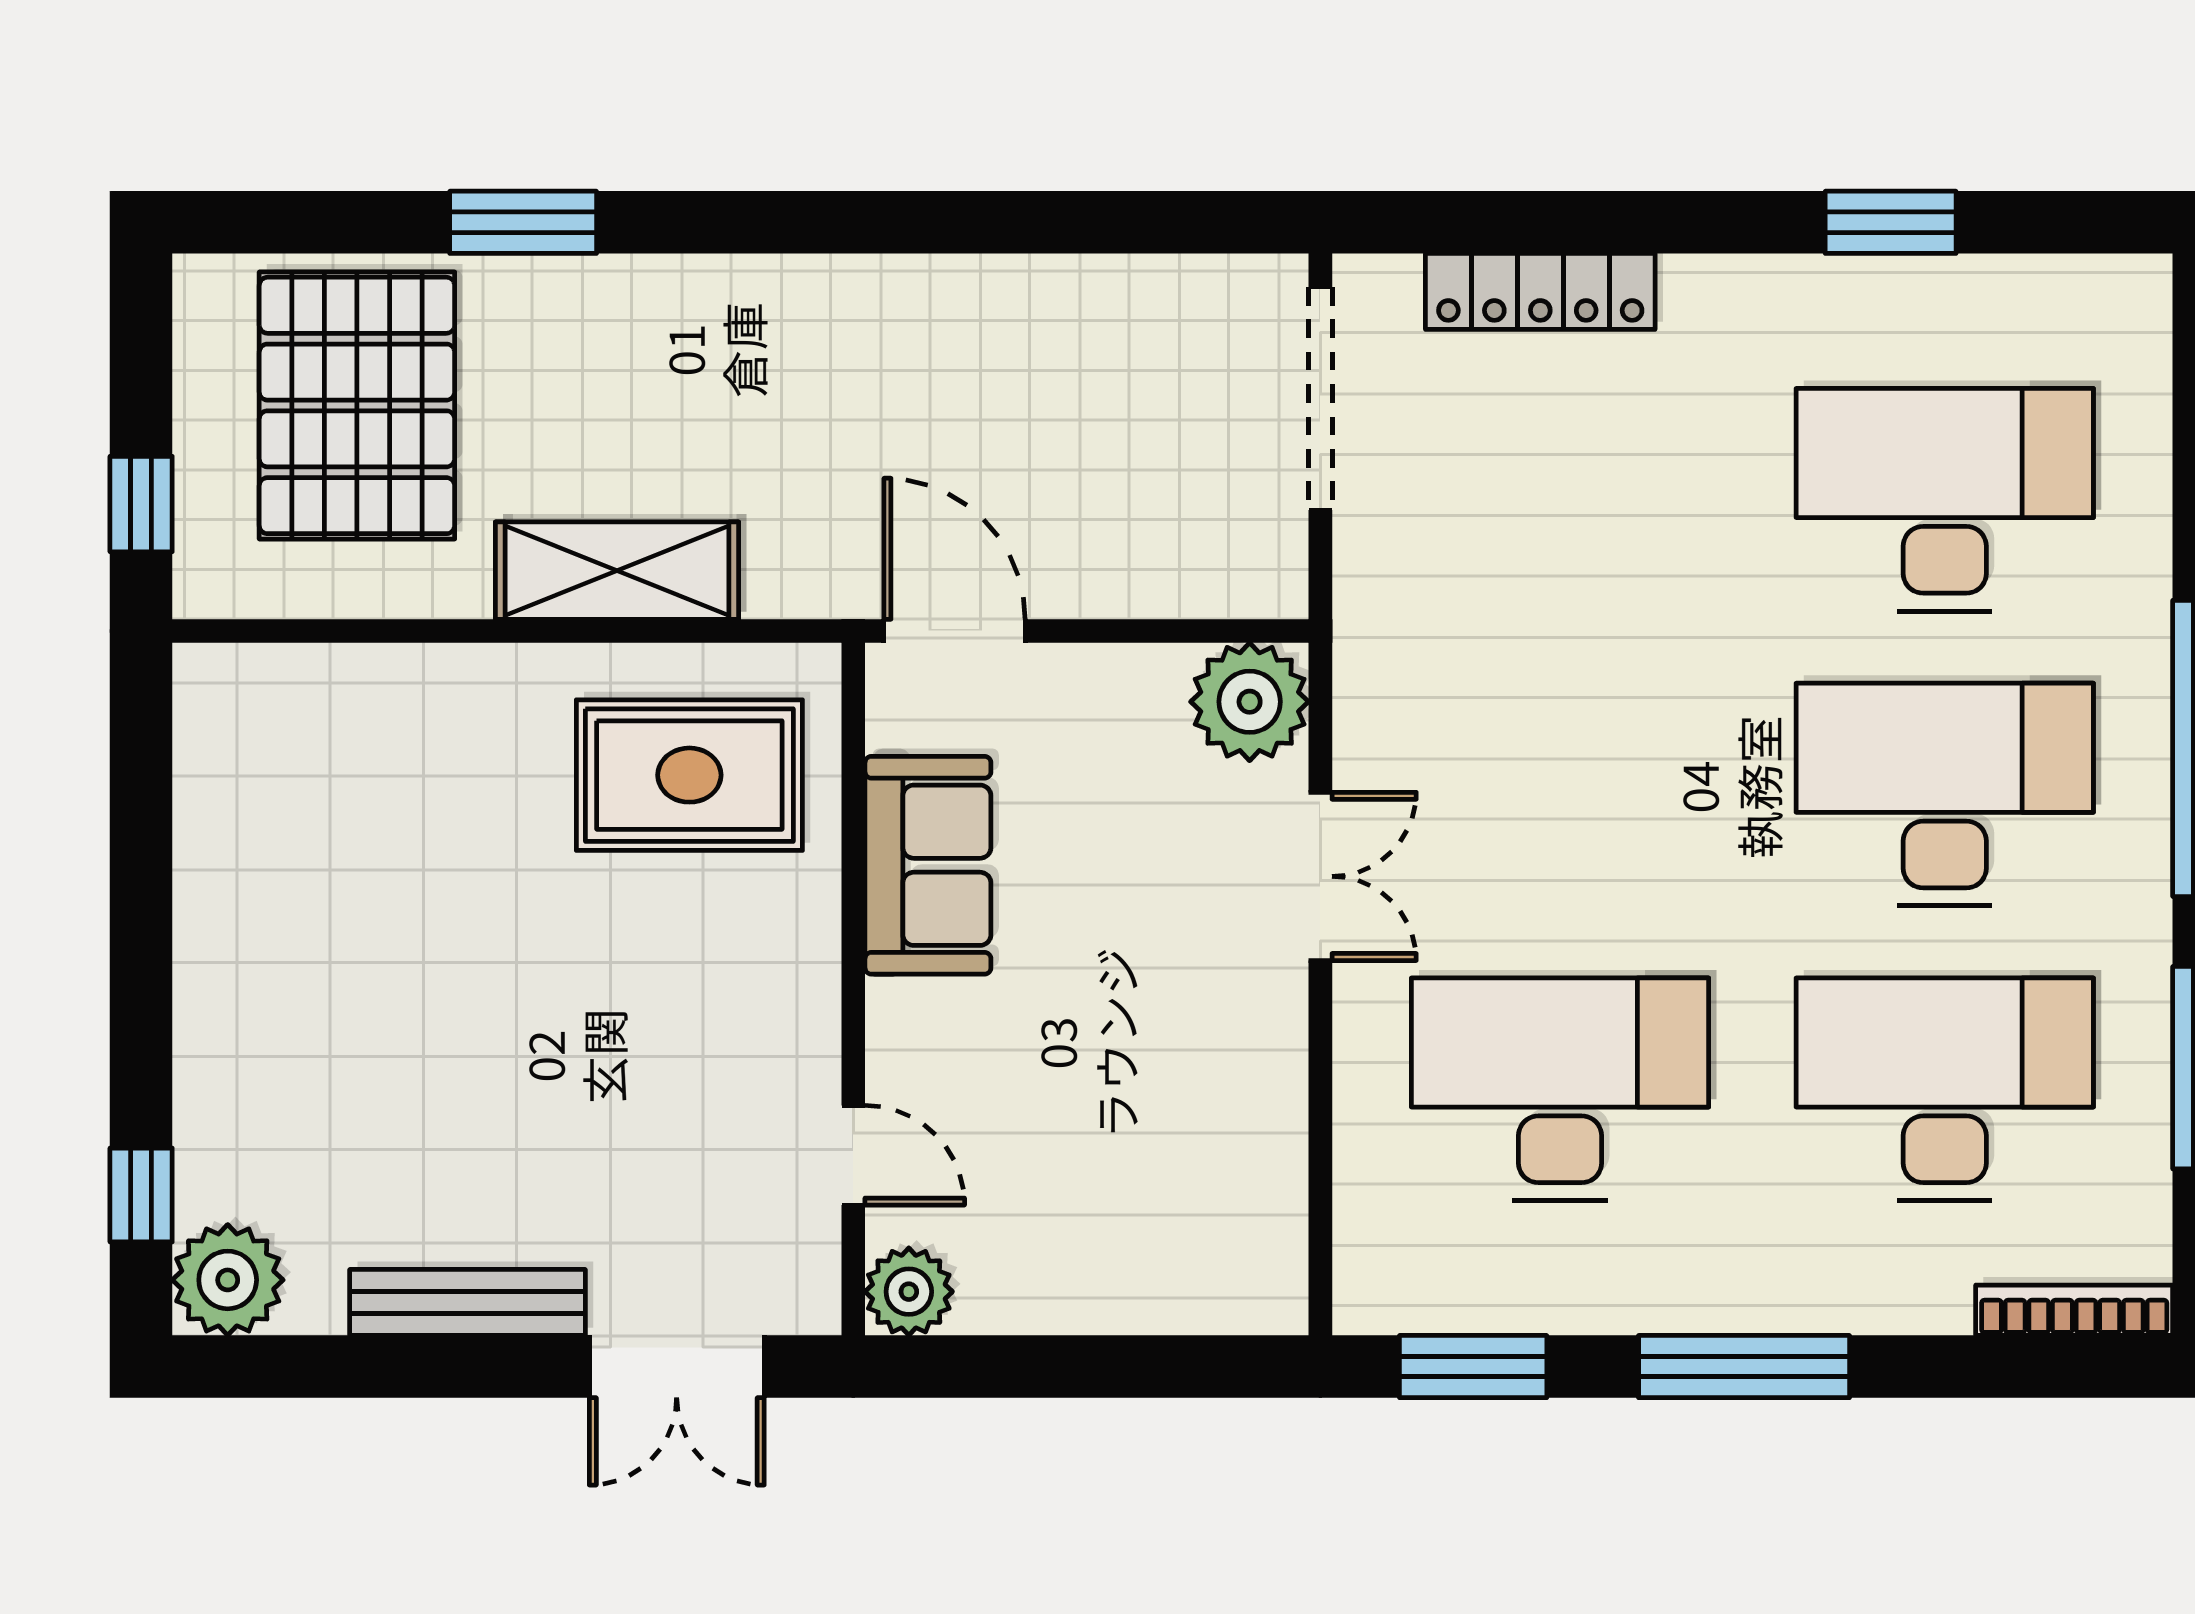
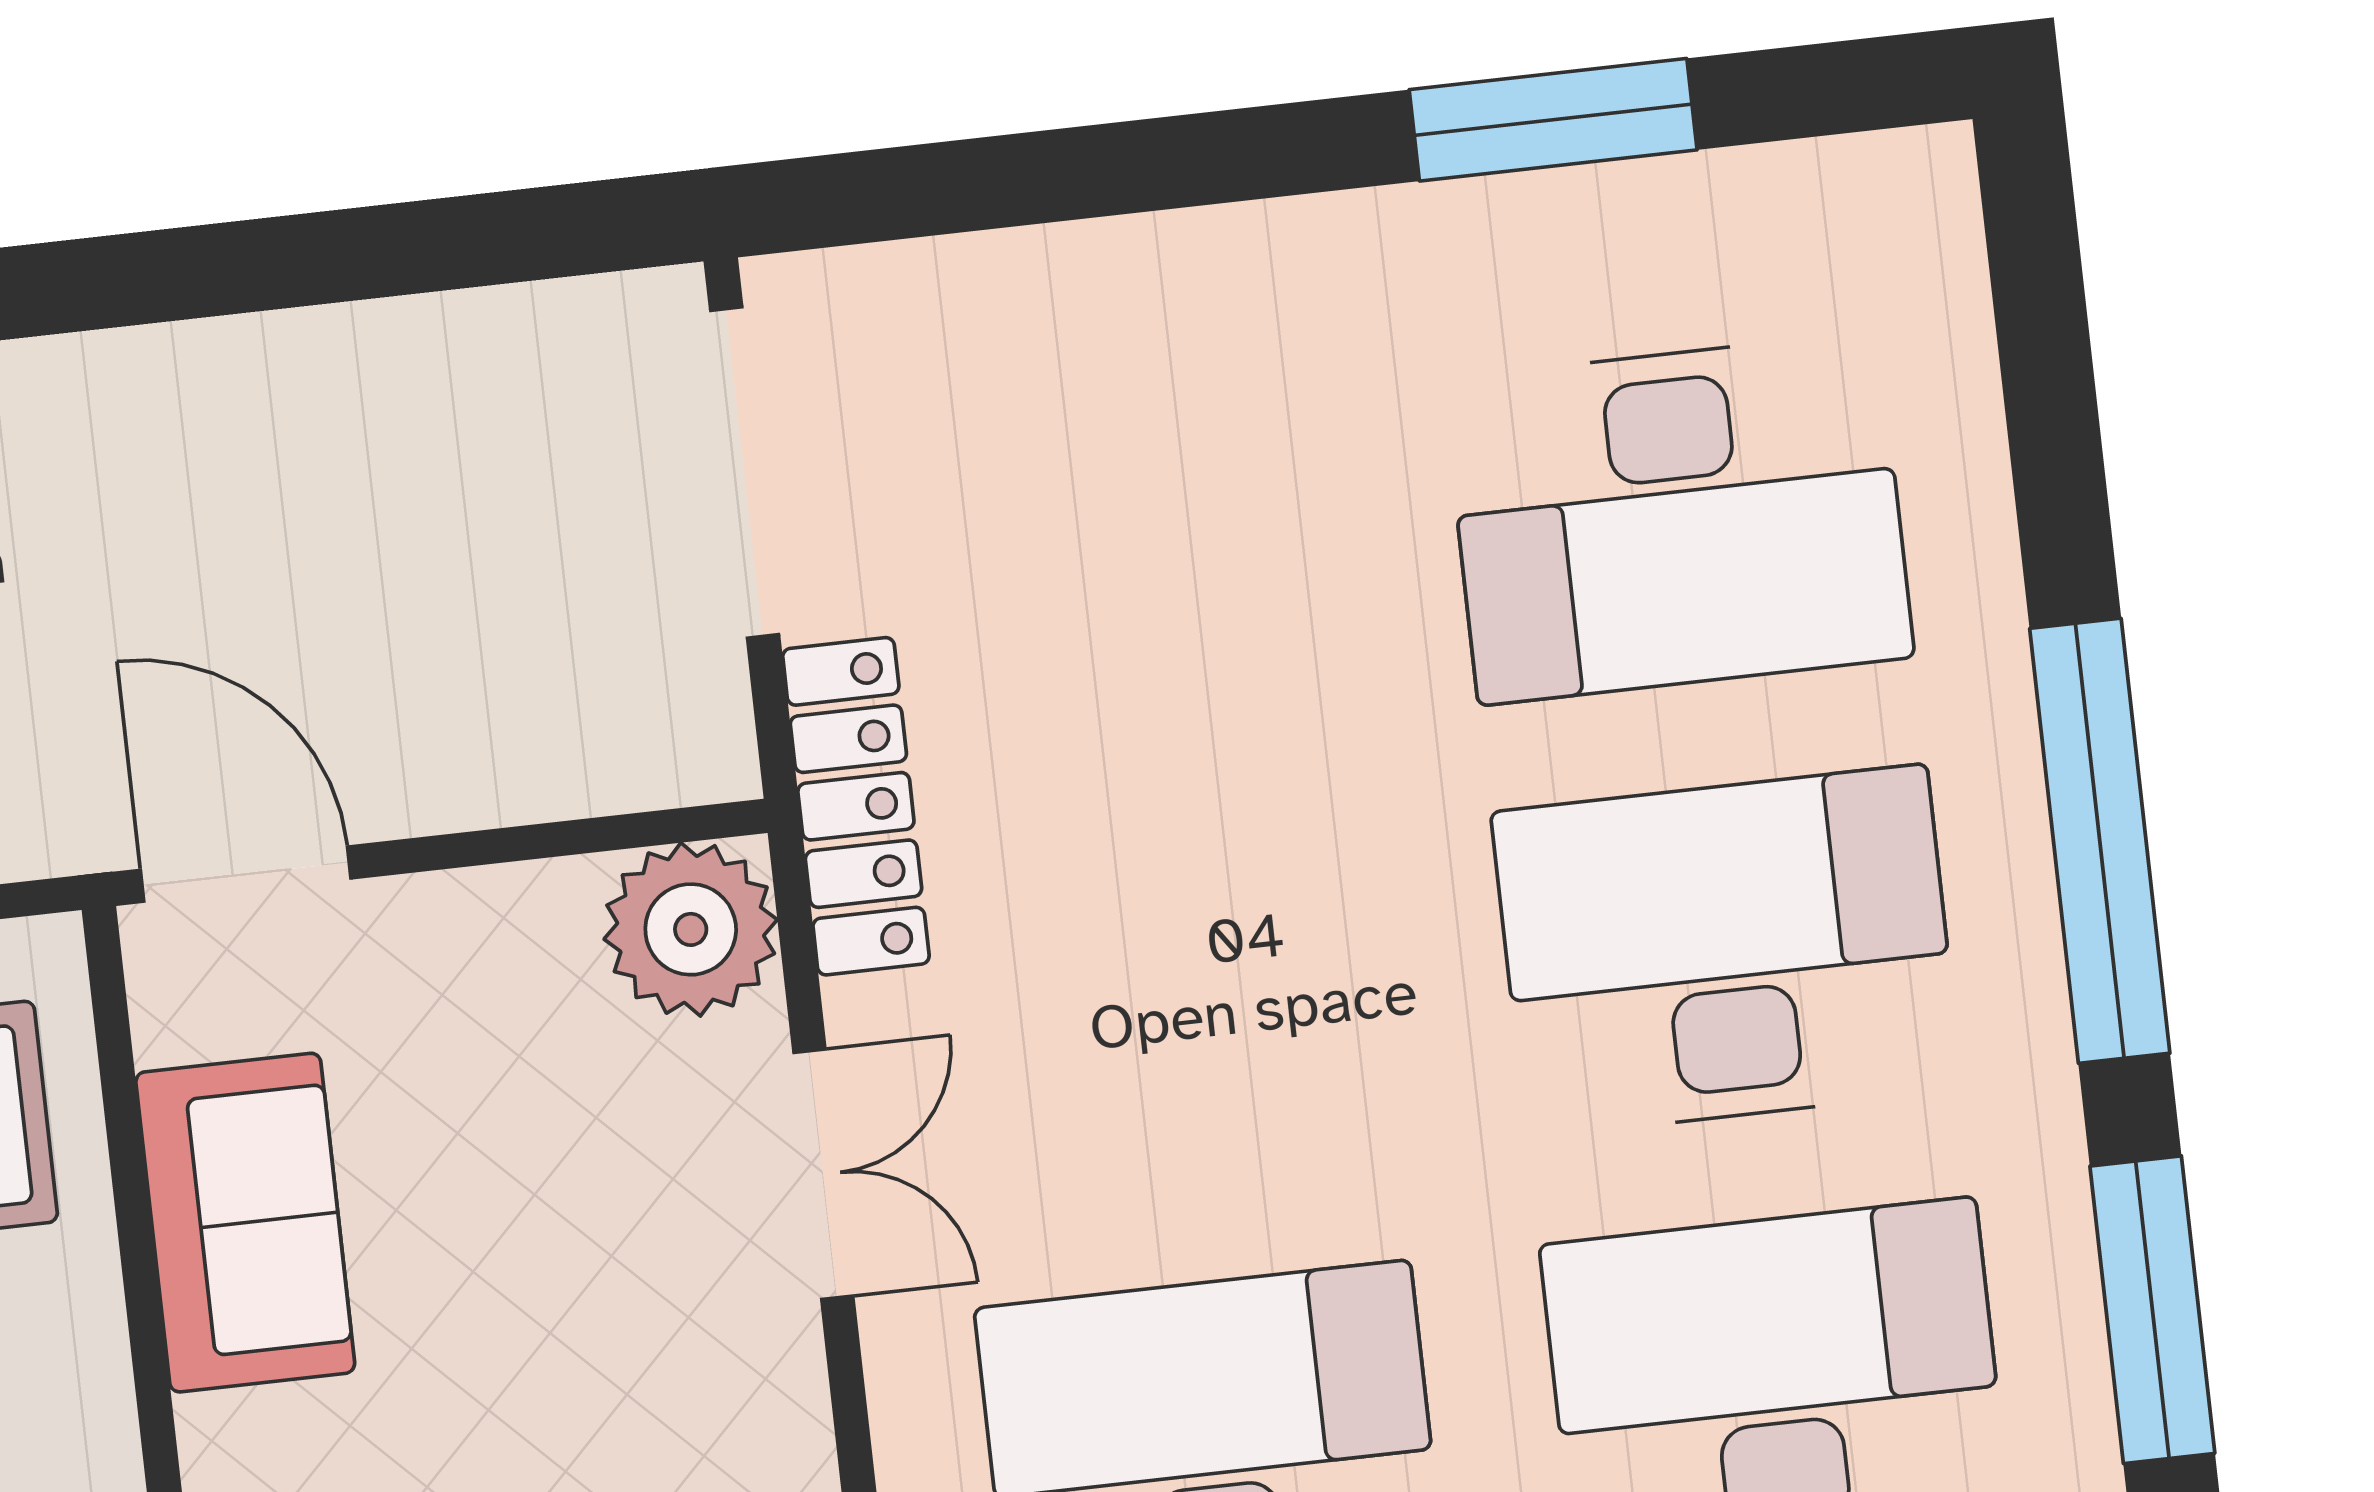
window: (1891, 222) -> (1553, 120), width x1.44
locker: (1540, 291) -> (856, 806), moved, turned -90
desk: (1945, 500) -> (1678, 518), turned 180

